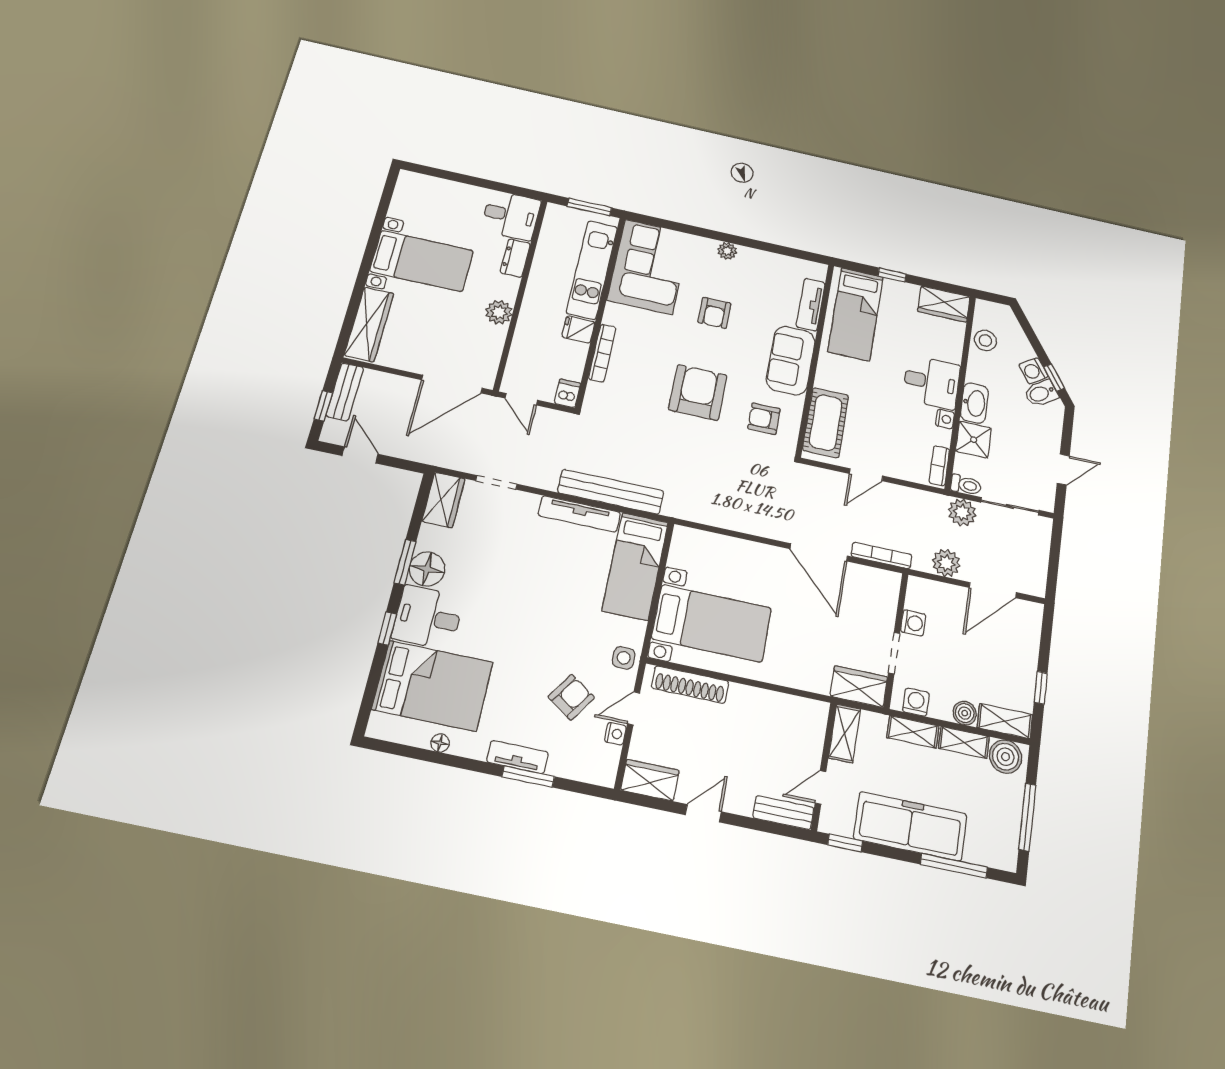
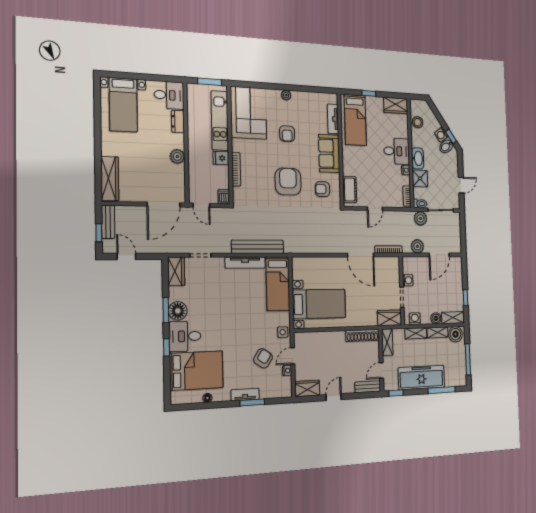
bed with nightstands: (422, 261) -> (123, 105), moved, turned 90
cot: (826, 423) -> (350, 189), width x0.73, depth x0.75
shoe rack: (690, 685) -> (362, 335), moved

